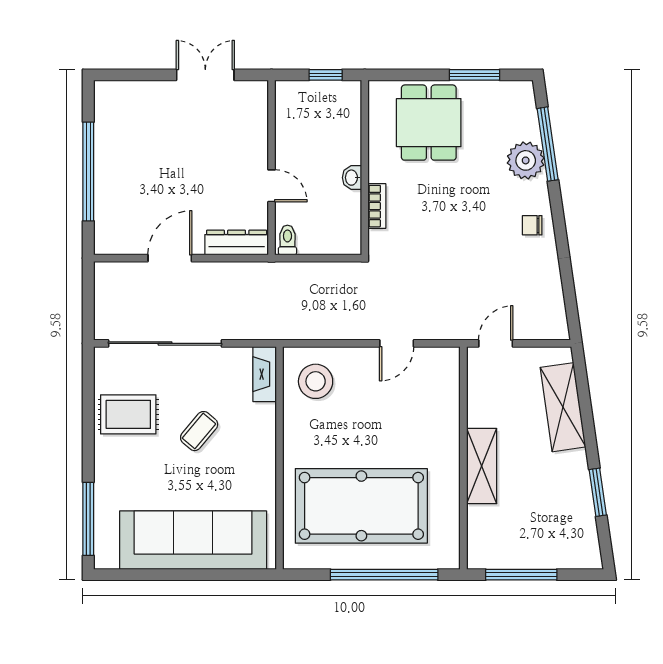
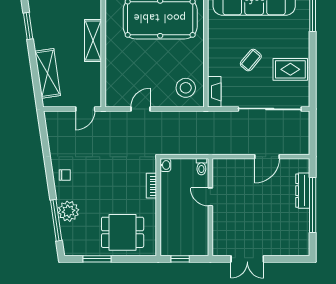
dining table: (429, 123) -> (123, 232), turned 90
washbasin: (352, 178) -> (165, 165), moved
dresser: (237, 243) -> (303, 191), moved, turned 90

